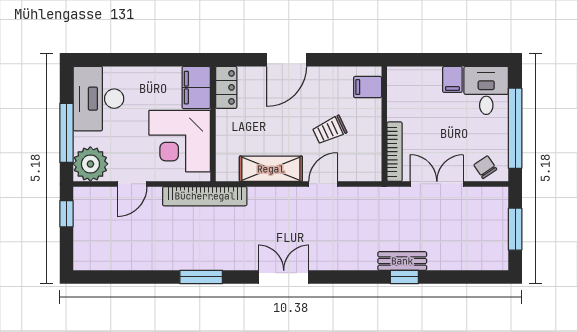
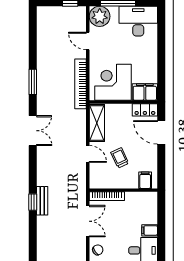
locker: (226, 87) -> (145, 110), moved
filing cabinet: (196, 88) -> (145, 92), moved
wall: (213, 124) -> (123, 102), moved
corner desk: (180, 141) -> (113, 82), moved

